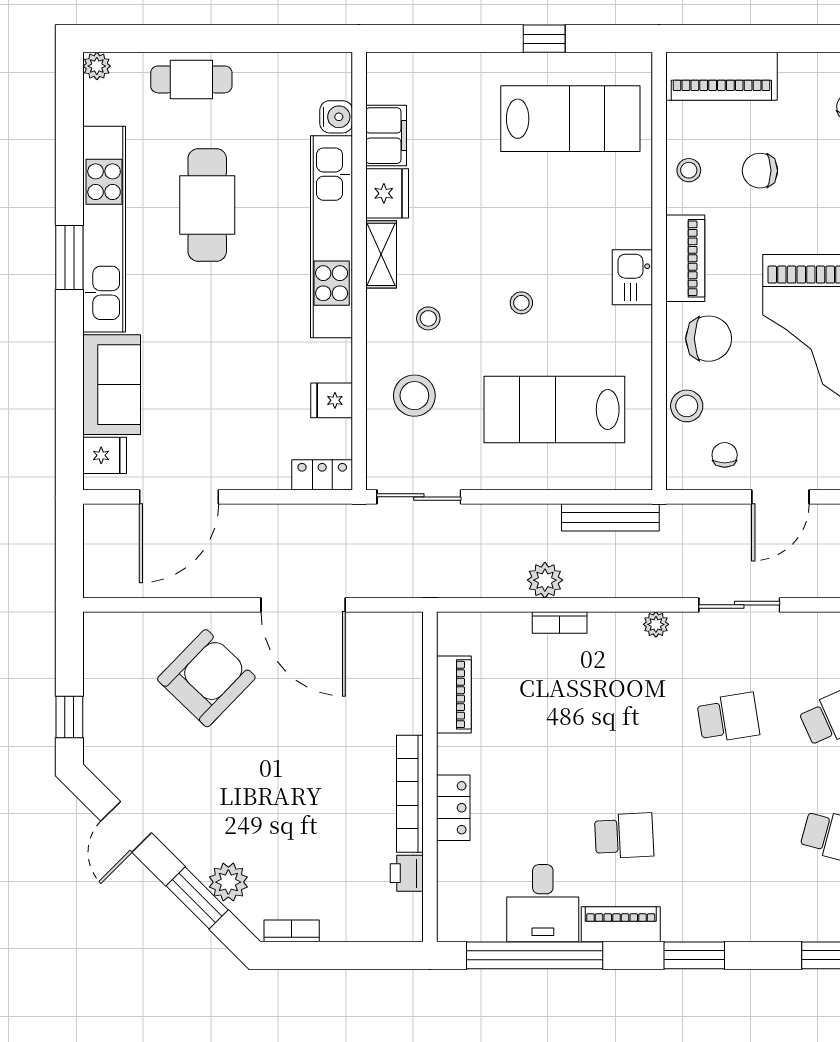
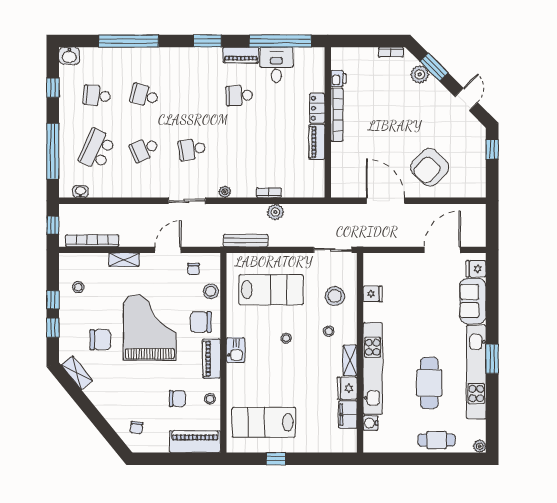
locker: (322, 475) -> (377, 260), removed
piano: (454, 694) -> (317, 142), moved

